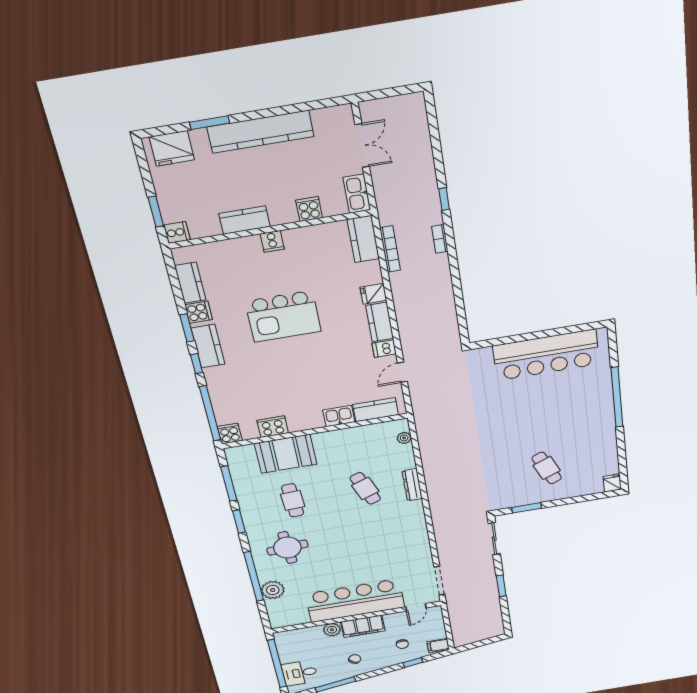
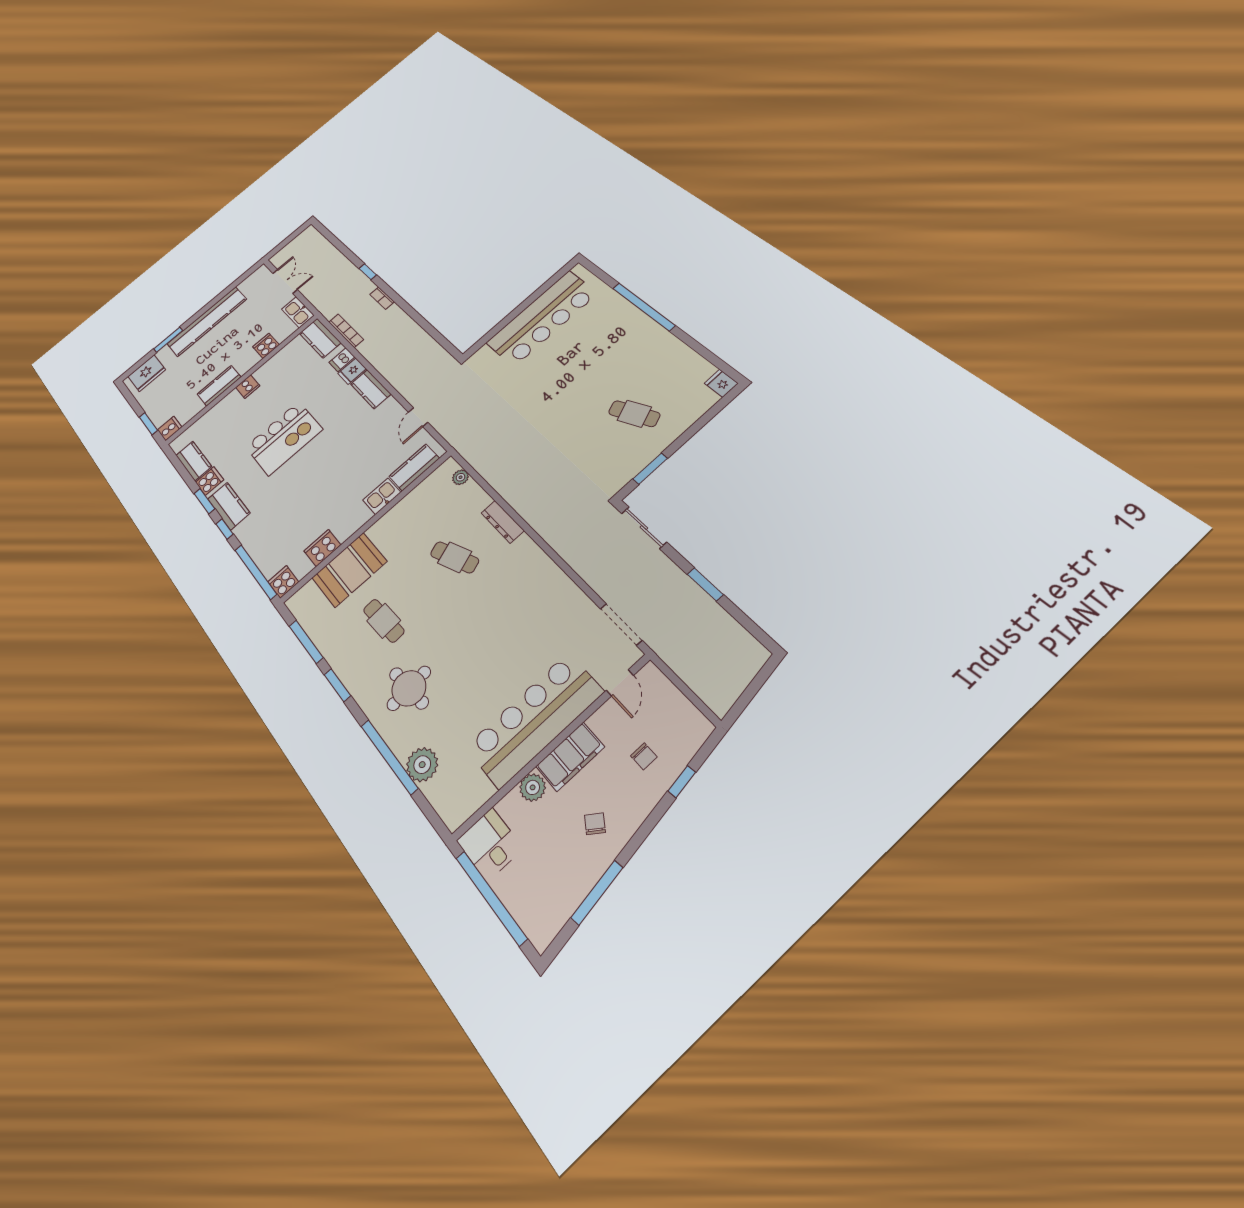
dishwasher: (384, 349) -> (342, 360), moved
filing cabinet: (438, 646) -> (695, 729), removed
desk: (300, 673) -> (490, 844), moved, turned 90

